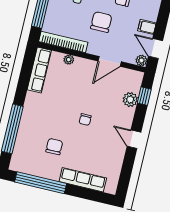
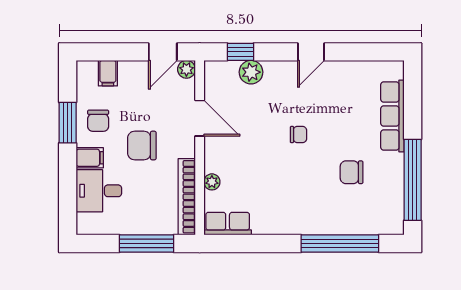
filing cabinet: (147, 27) -> (108, 73), moved
row of seats: (39, 70) -> (228, 224), width x0.68

